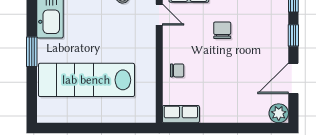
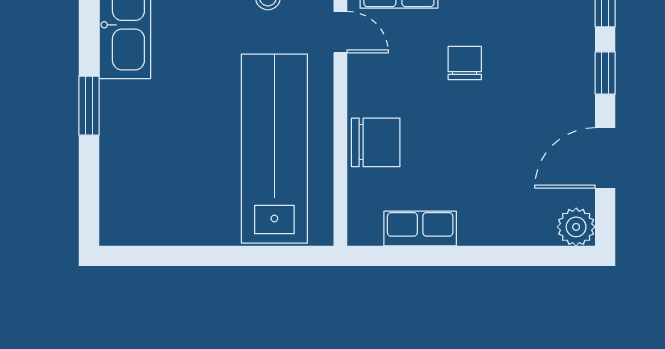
chair: (177, 70) -> (376, 142), width x1.87, depth x1.87
lab bench: (86, 80) -> (274, 149), moved, turned 90
row of seats: (181, 114) -> (420, 229), moved

